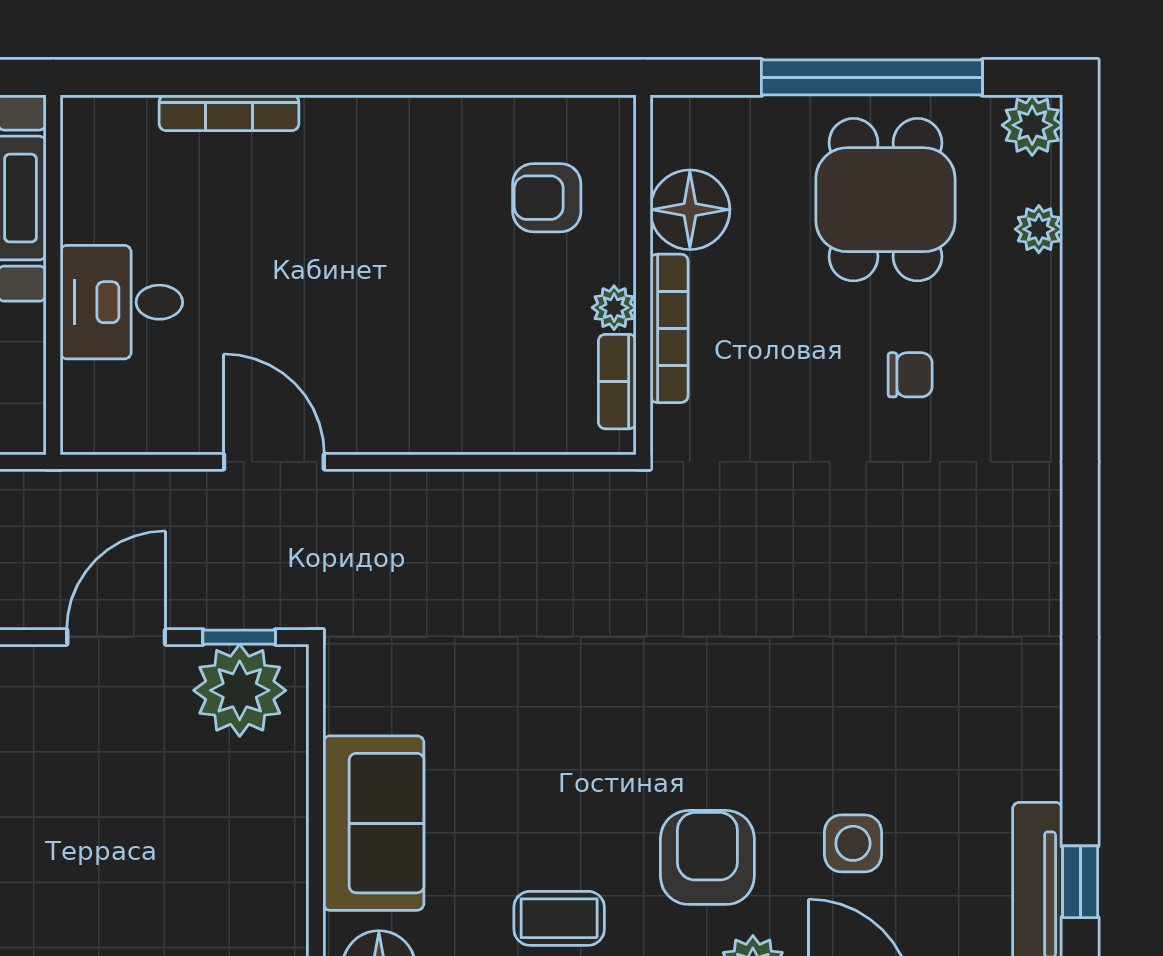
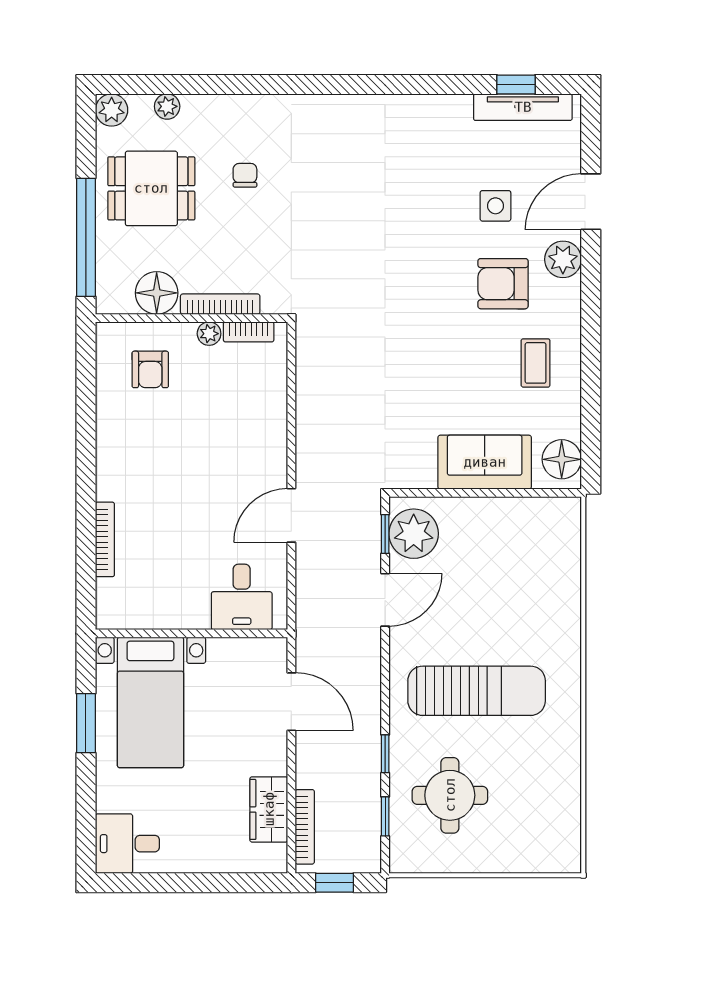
window: (872, 77) -> (86, 237), moved
desk: (121, 302) -> (242, 597), moved
door: (116, 637) -> (385, 600), swing flipped

